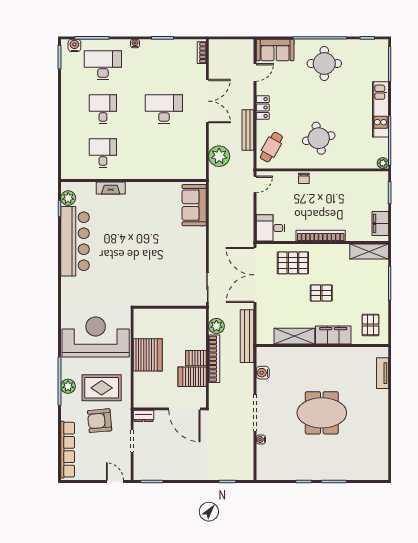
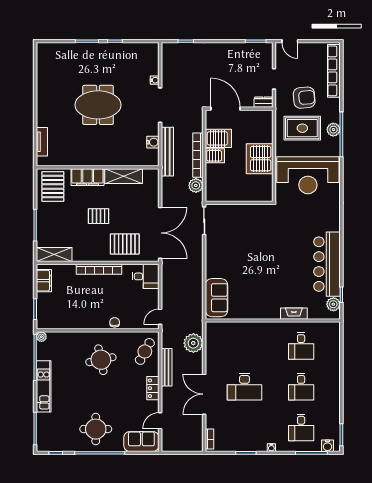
desk: (103, 65) -> (301, 428), width x0.73
pallet: (370, 325) -> (53, 187), width x1.50, depth x1.42
bench: (247, 336) -> (167, 152), moved

